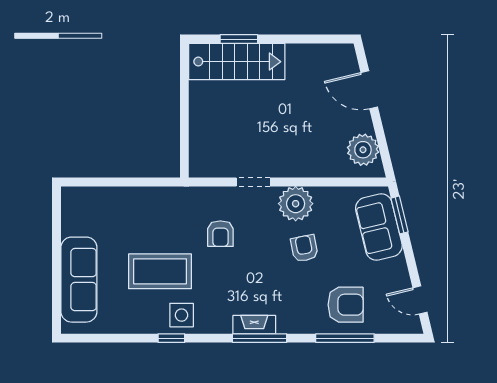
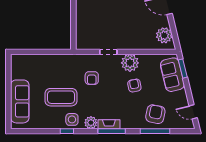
armchair: (346, 305) -> (155, 114), turned -79
plant: (219, 321) -> (91, 123), added

